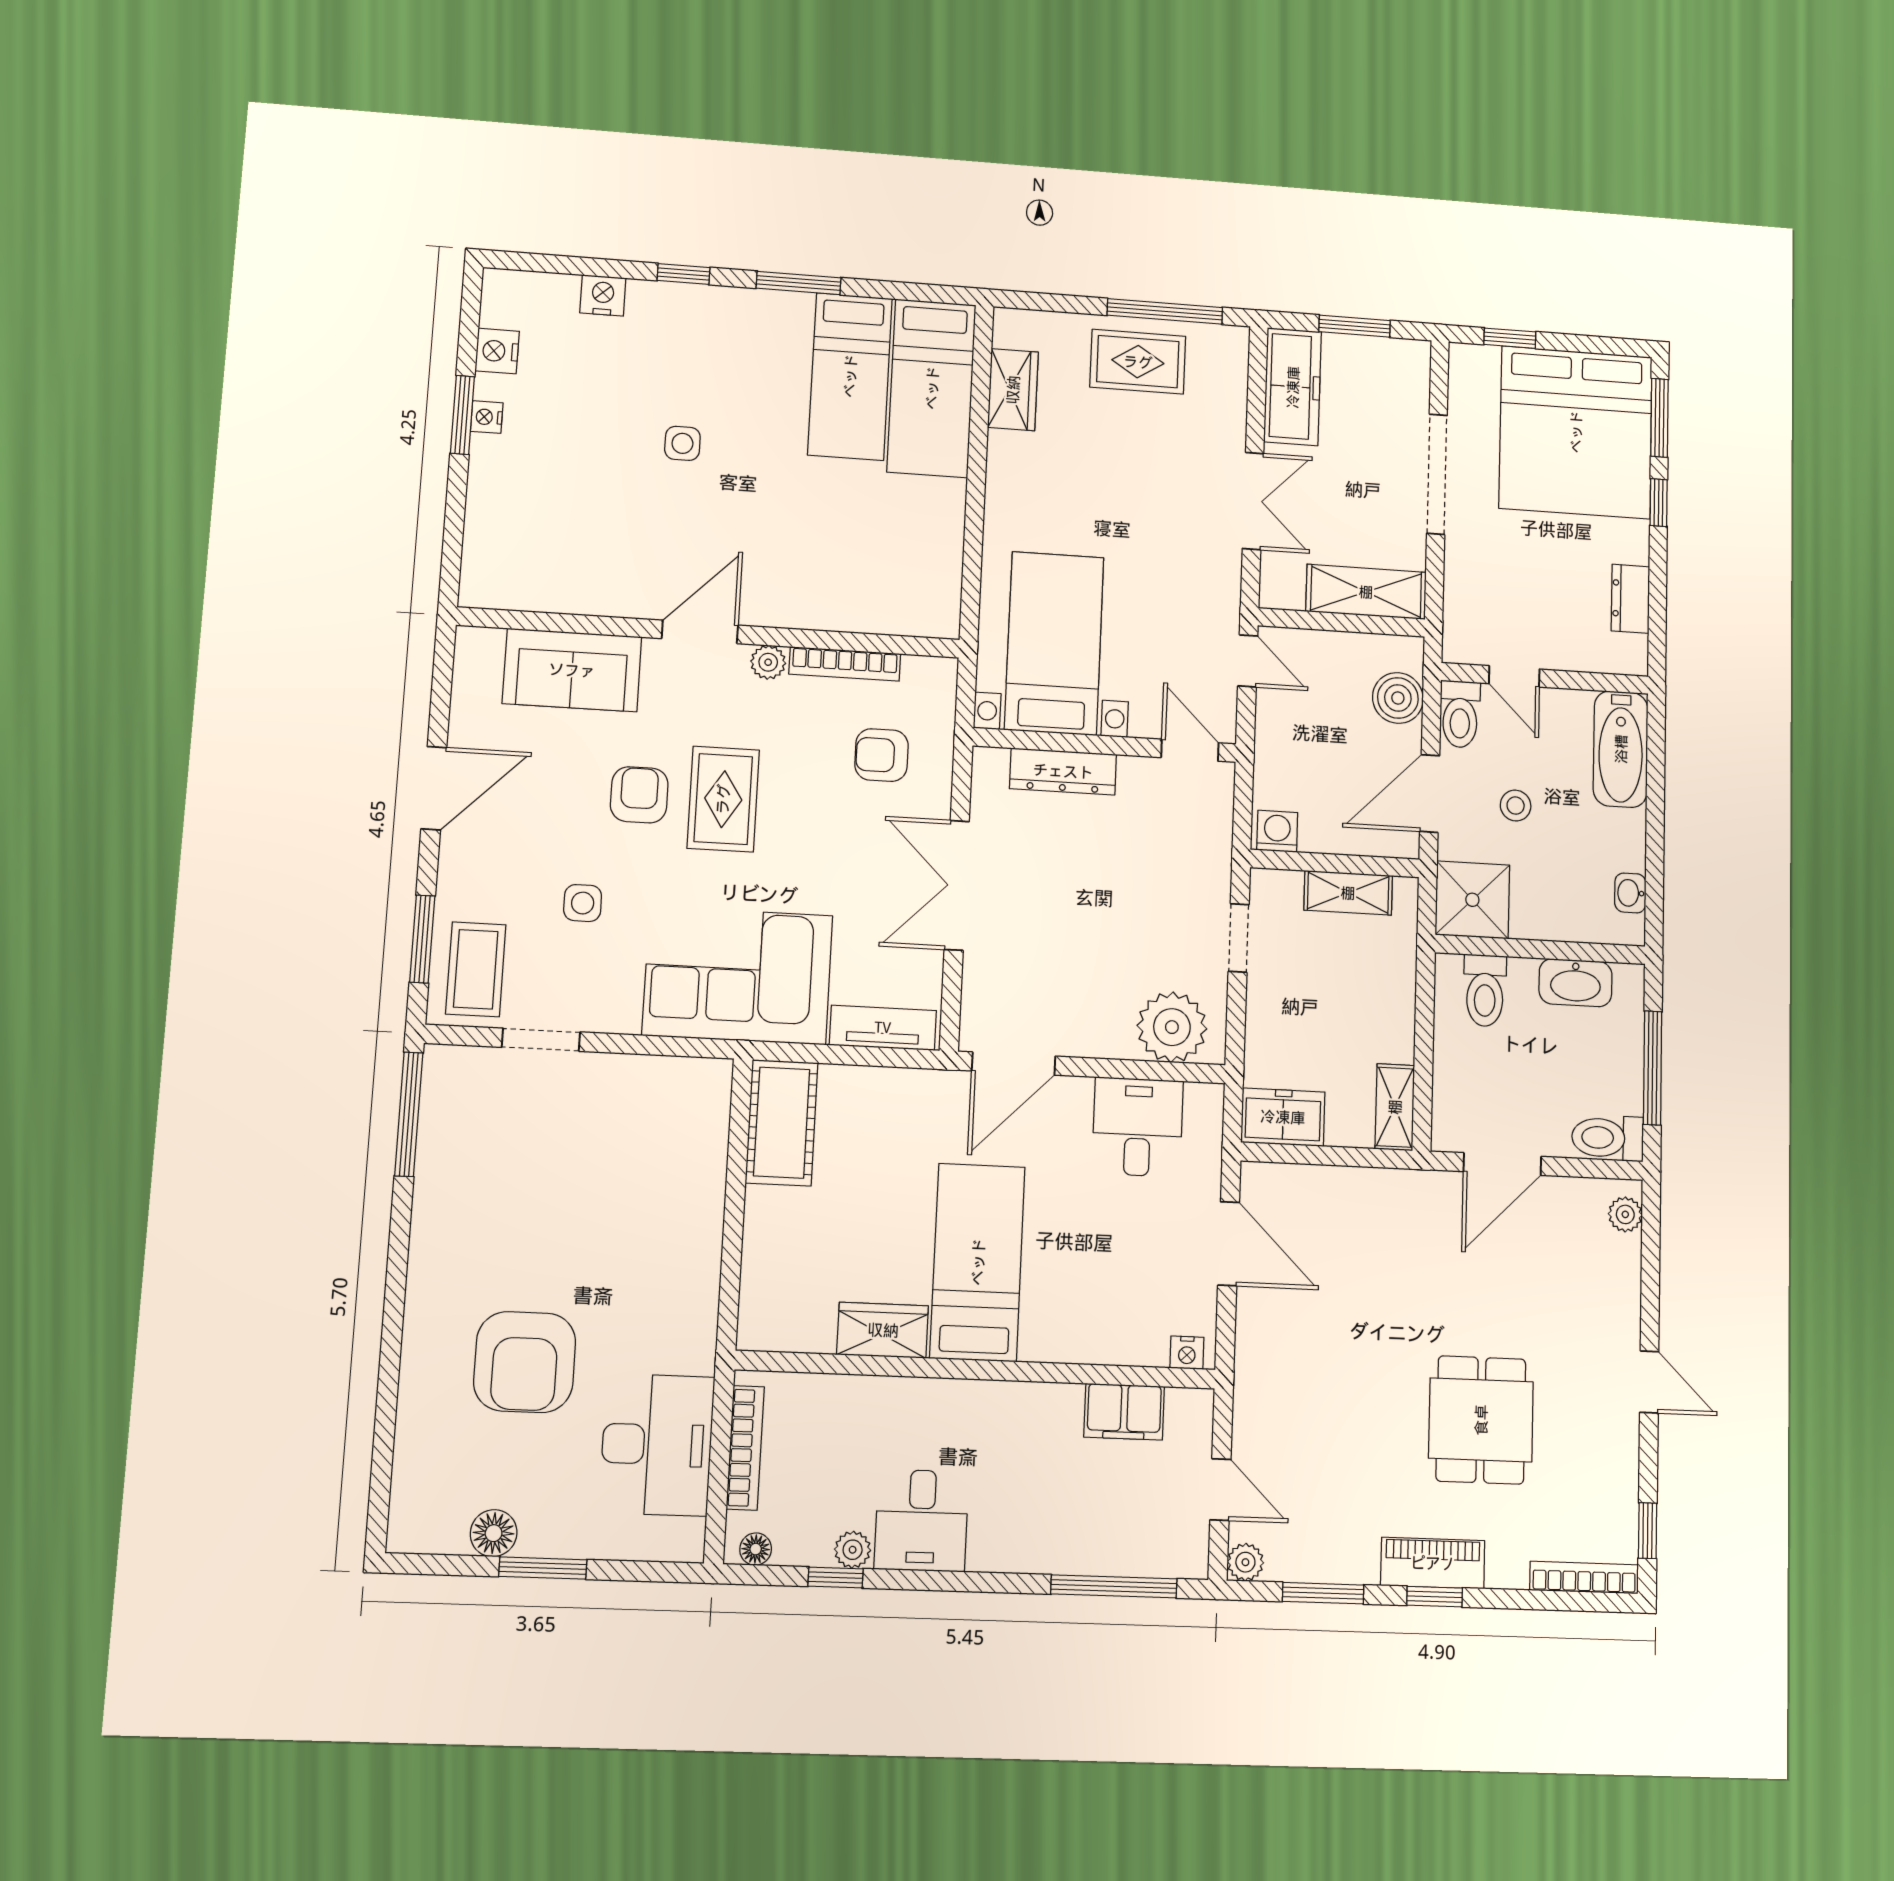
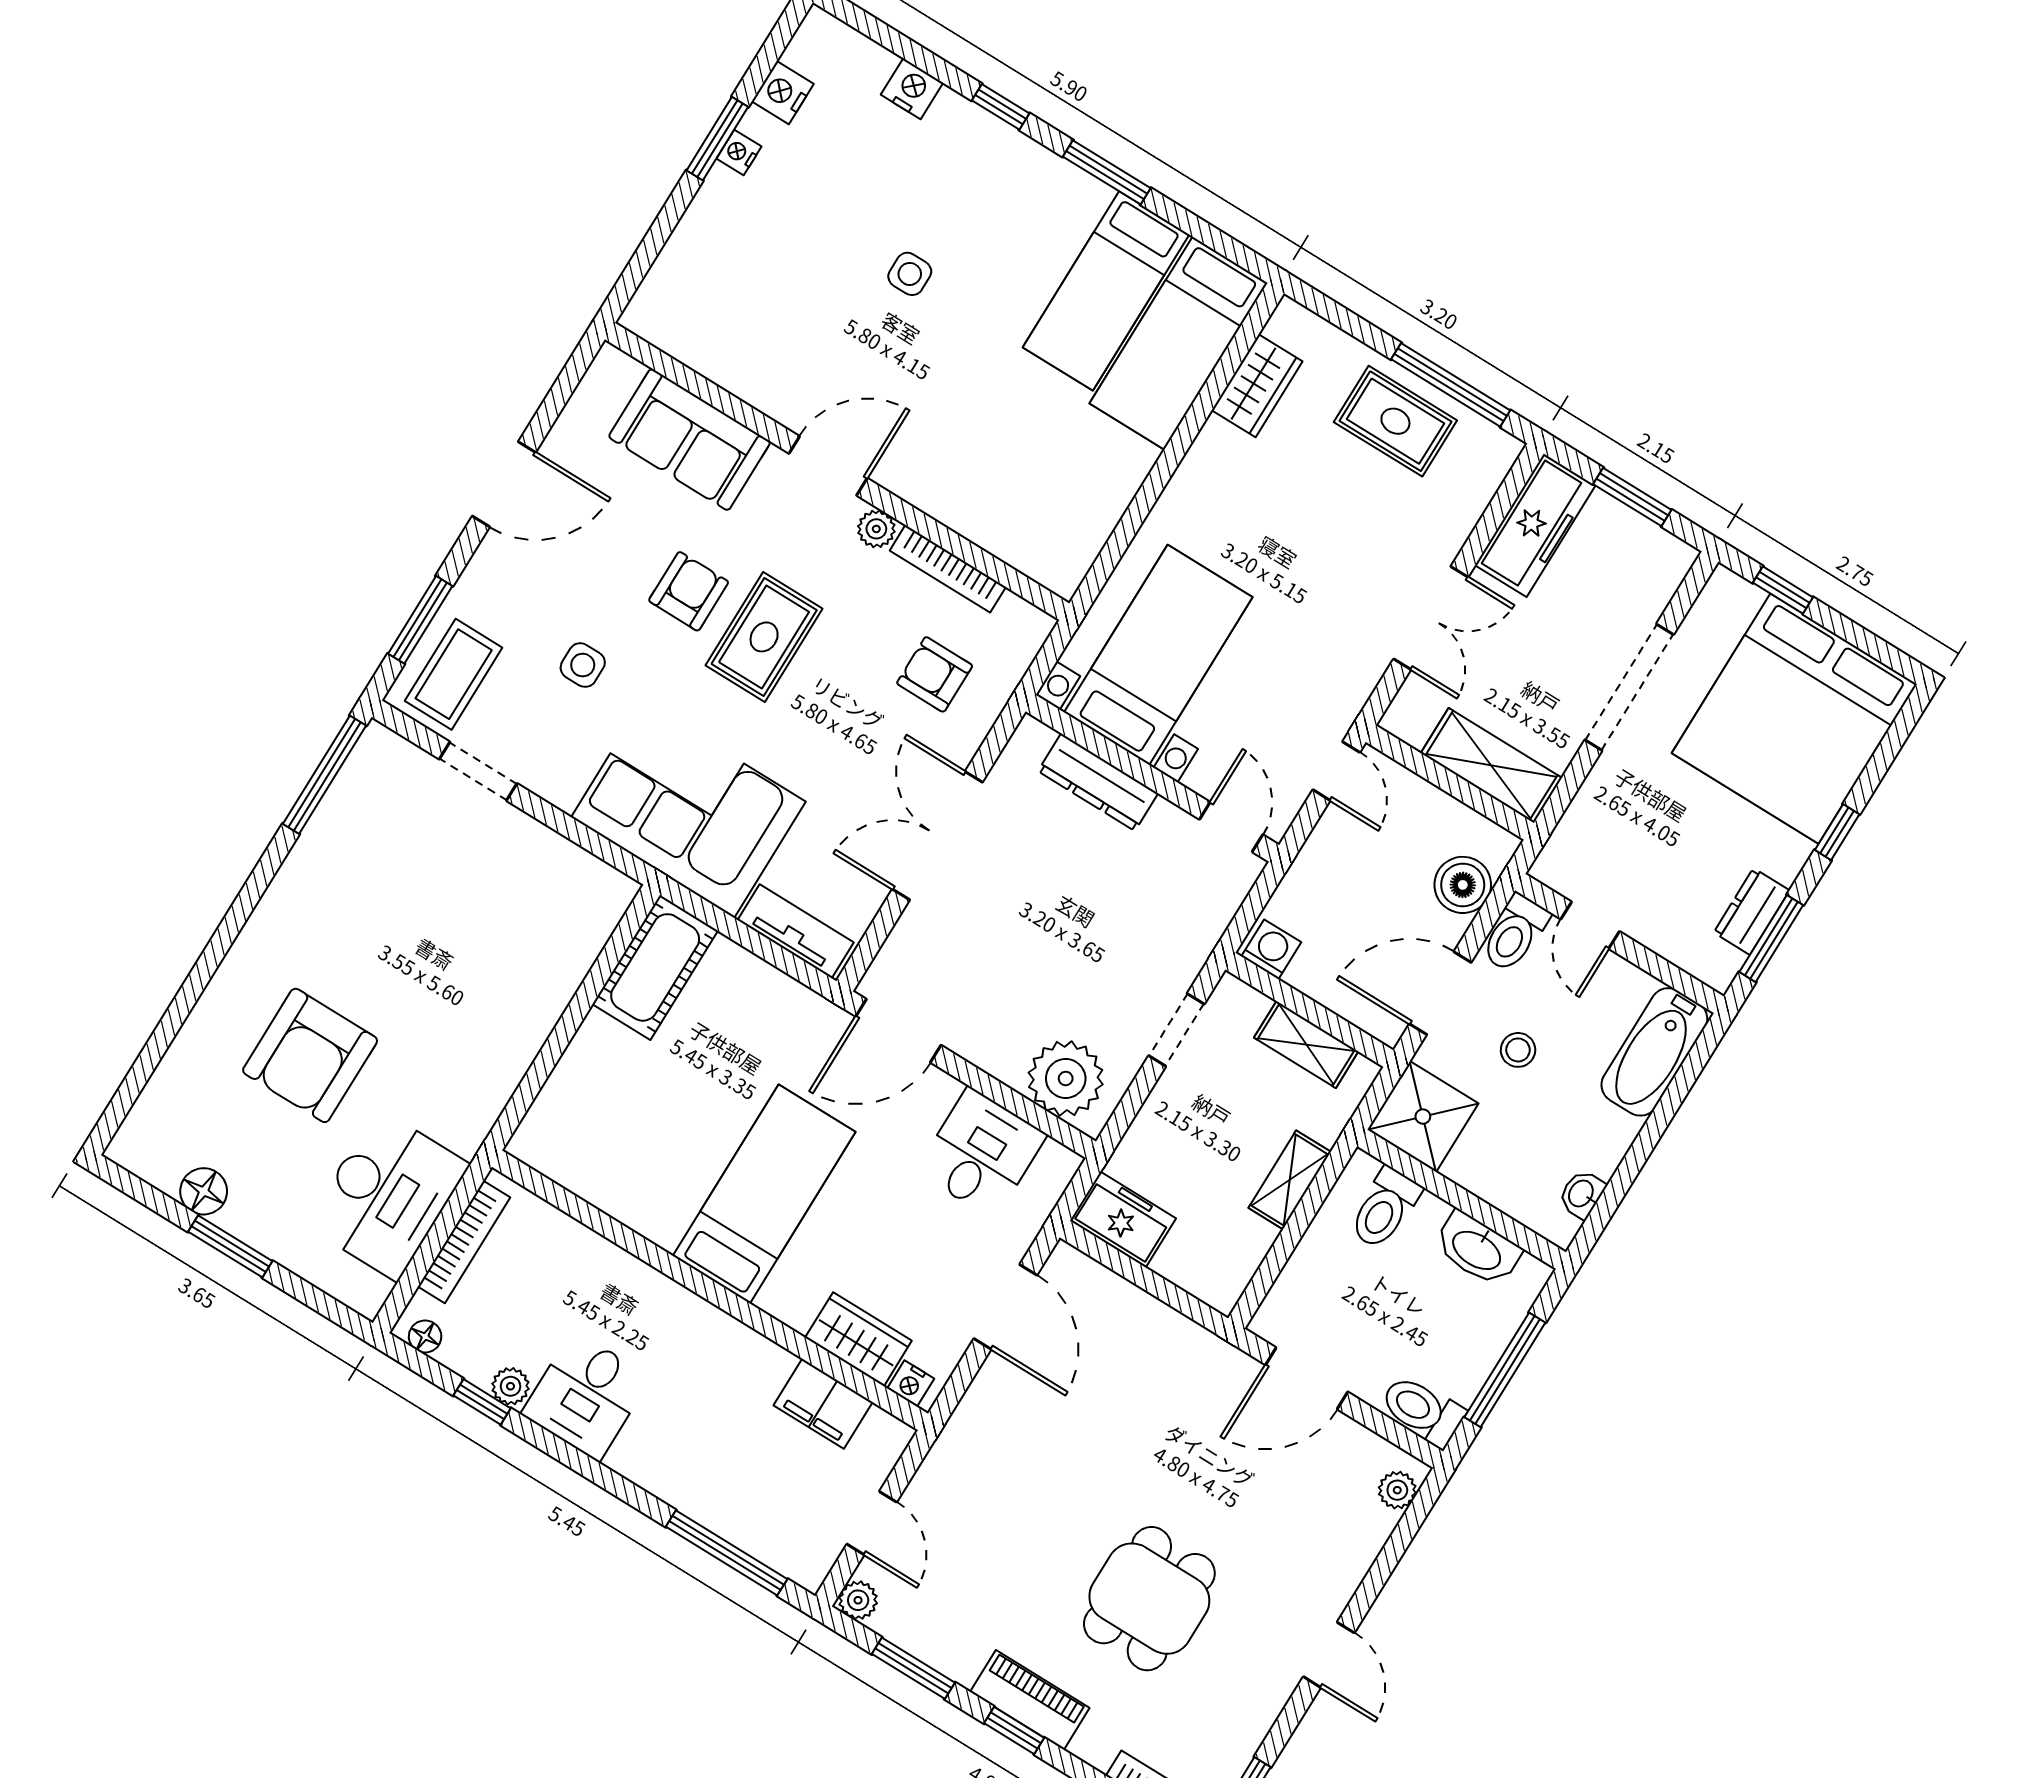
window: (1659, 418) -> (1771, 939), moved
shelving: (1395, 1107) -> (1290, 1180), moved
wardrobe: (883, 1330) -> (858, 1339), moved

